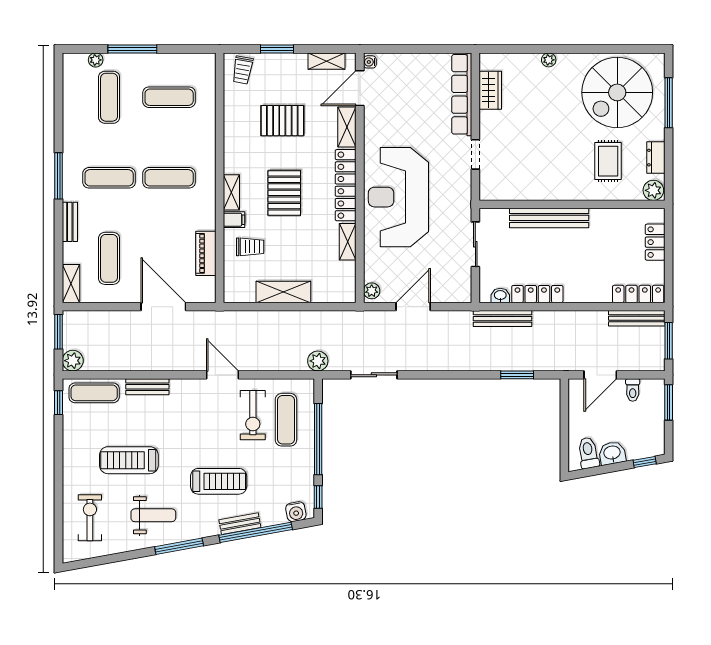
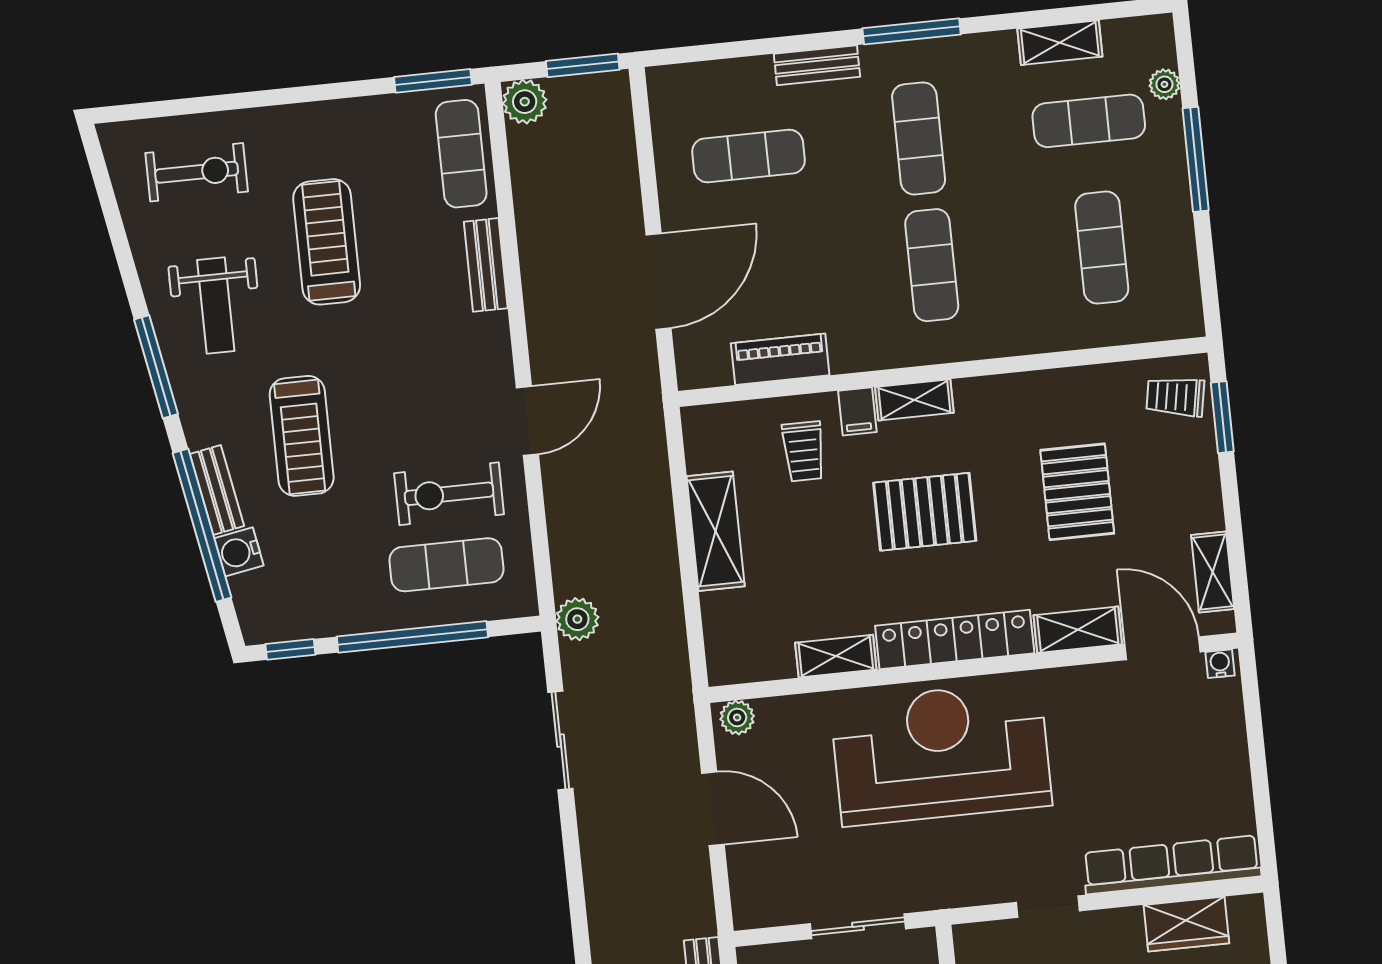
window: (277, 49) -> (1222, 417), moved
shelving: (71, 284) -> (1060, 43), moved
window: (59, 403) -> (433, 81), width x1.50
water cooler: (296, 512) -> (239, 552), moved

